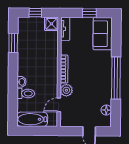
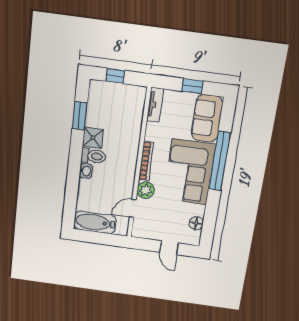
shower: (51, 24) -> (93, 138), moved
corner sofa: (96, 73) -> (189, 172), added
window: (116, 78) -> (220, 161), moved
toilet: (26, 93) -> (93, 156), moved

